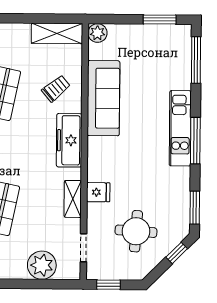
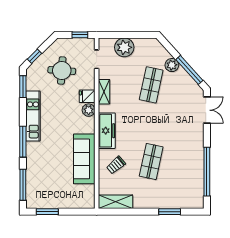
plant: (97, 33) -> (89, 110), moved
kitchen unit: (180, 128) -> (33, 116), moved
window: (195, 141) -> (23, 142), moved

